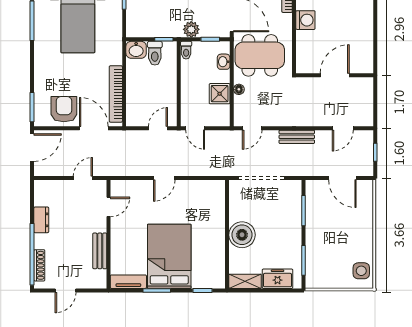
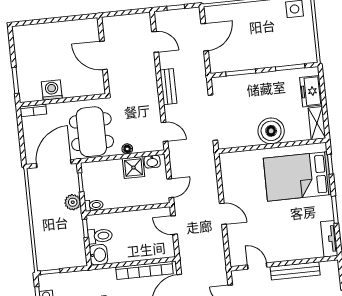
washbasin: (224, 62) -> (152, 162), moved
bench: (100, 251) -> (295, 271), width x1.36
bed: (169, 256) -> (297, 176), moved

